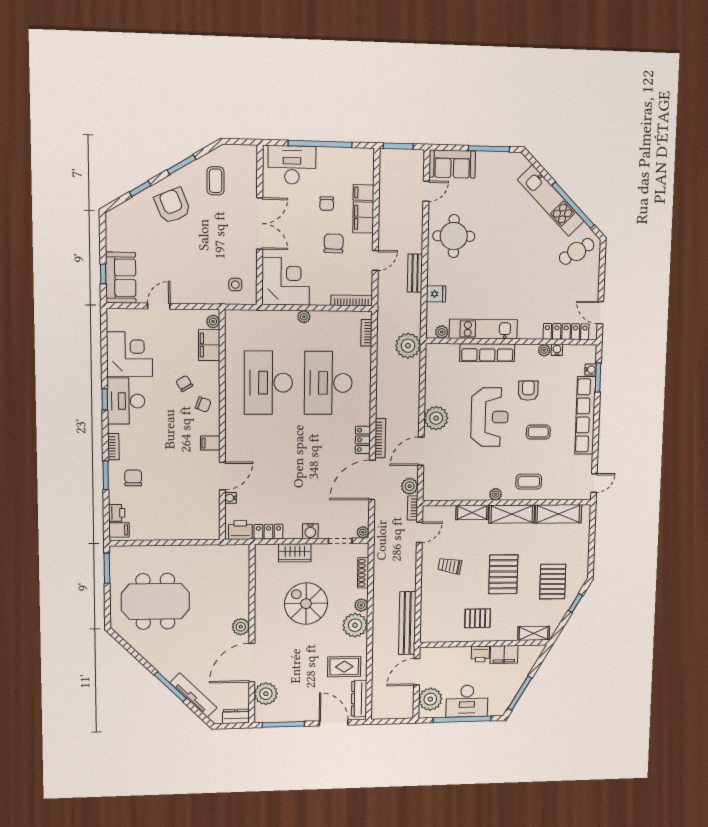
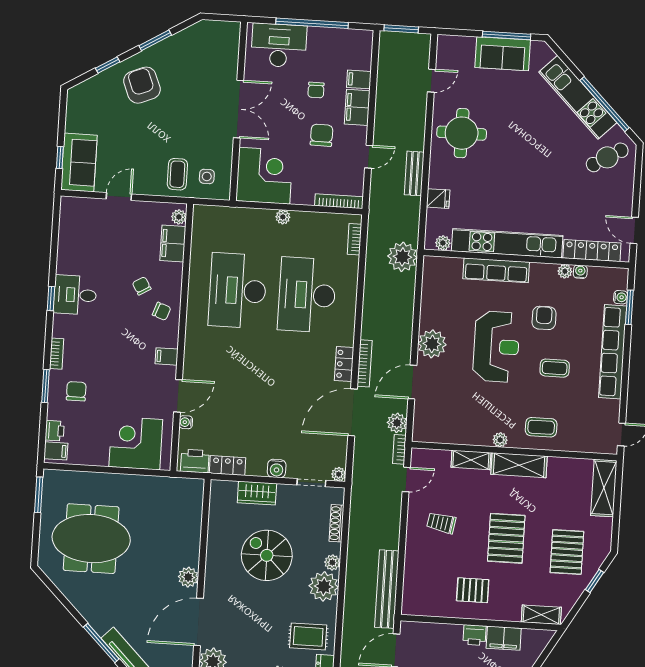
sofa: (452, 164) -> (503, 54), moved
coffee table: (216, 181) -> (177, 174), moved
kitchen unit: (483, 329) -> (507, 243), width x1.36
corner desk: (130, 354) -> (136, 443), moved, turned -90
desk: (126, 401) -> (75, 295), width x0.73
shelving: (558, 514) -> (604, 488), moved, turned 90

